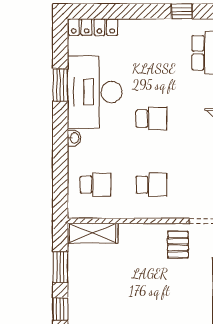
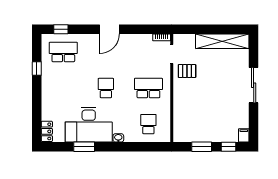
locker: (93, 27) -> (47, 131), width x0.66
school desk: (151, 185) -> (148, 88), width x1.85
shelving: (93, 233) -> (180, 126), removed

